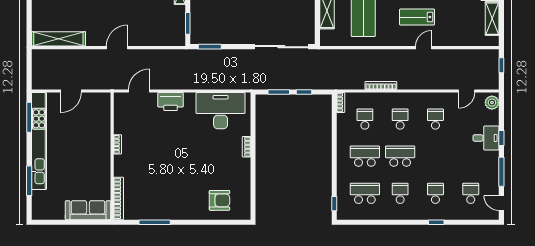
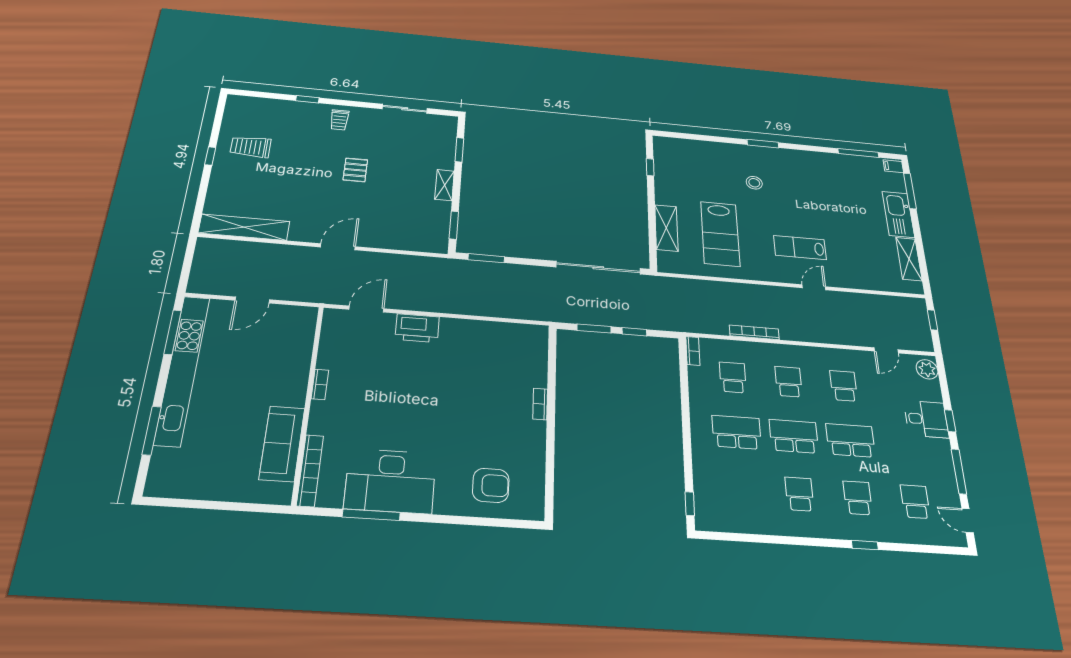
desk: (221, 111) -> (390, 481), moved, turned 180
school desk: (365, 193) -> (850, 440), moved
sofa: (88, 210) -> (282, 443), moved, turned -90

